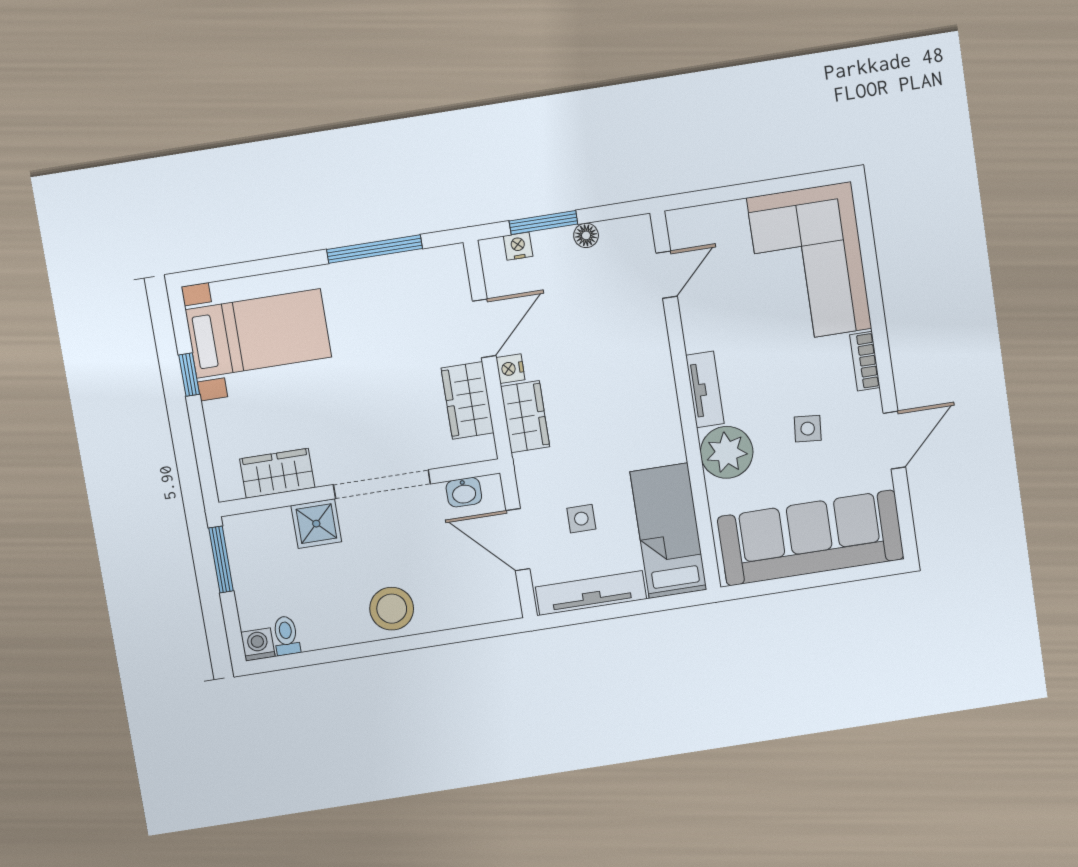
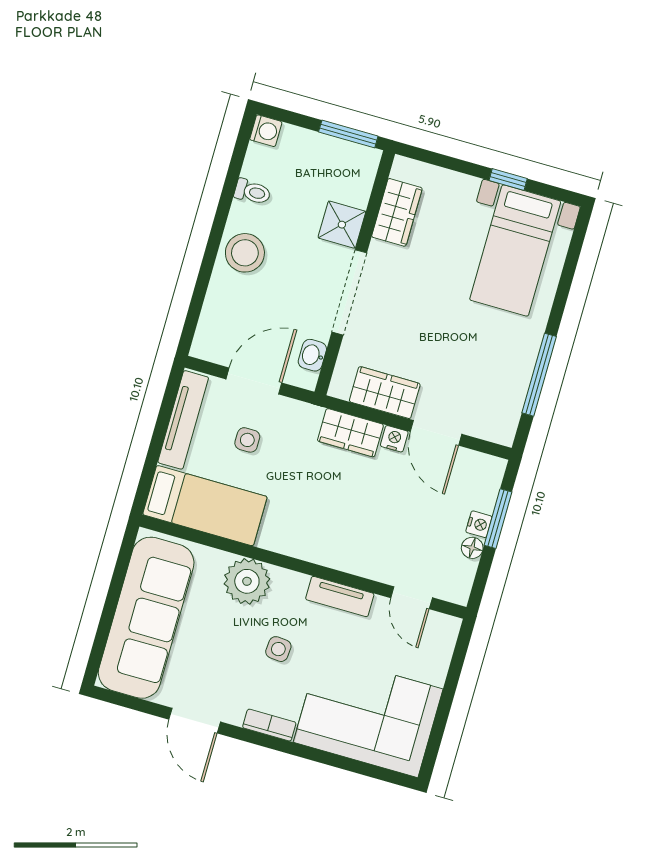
nightstand: (518, 246) -> (479, 524), moved
tv unit: (705, 389) -> (340, 597), moved
side table: (808, 429) -> (278, 649), moved
toilet: (286, 636) -> (252, 192), moved

